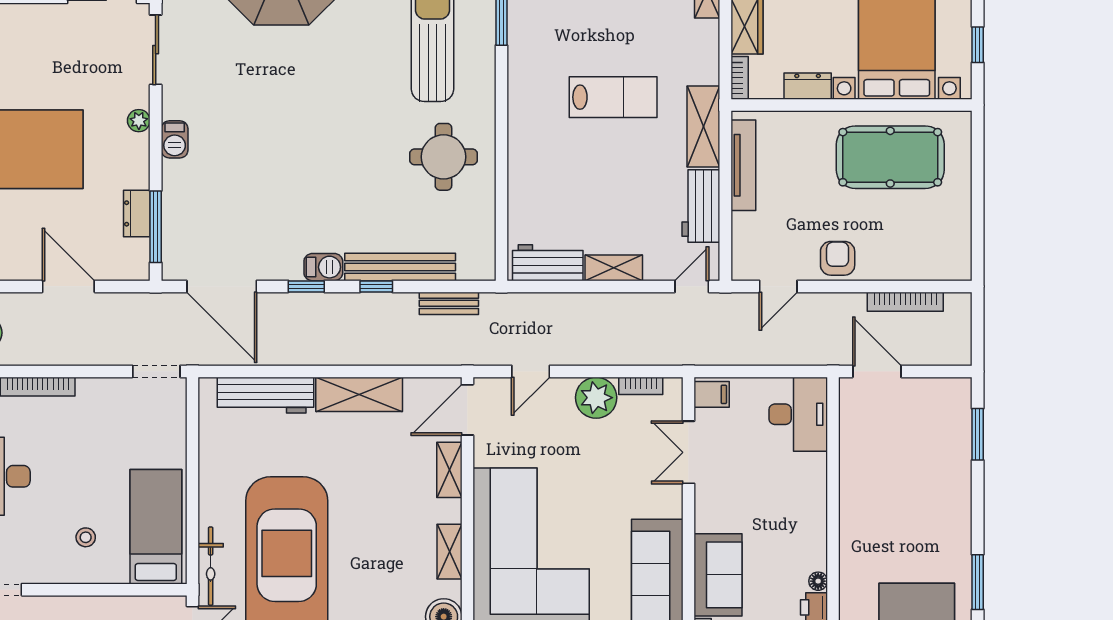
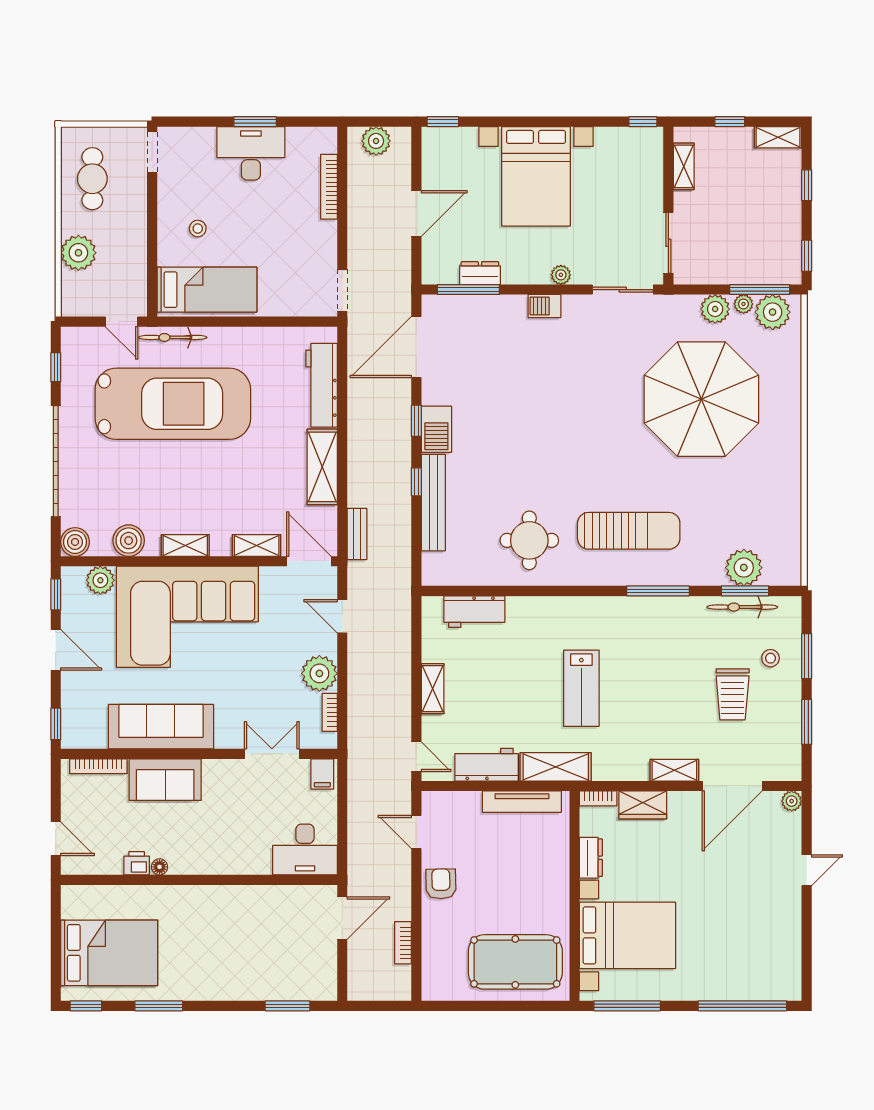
window: (978, 45) -> (627, 1006), width x2.17
pool table: (890, 157) -> (515, 962), moved, turned 90
armchair: (838, 258) -> (441, 884), turned -91
workbench: (548, 263) -> (474, 612), moved, turned 90
barbecue: (323, 267) -> (436, 429), width x1.38, depth x1.27
bookcase: (905, 302) -> (403, 943), width x0.64
bench: (449, 303) -> (357, 534), moved

